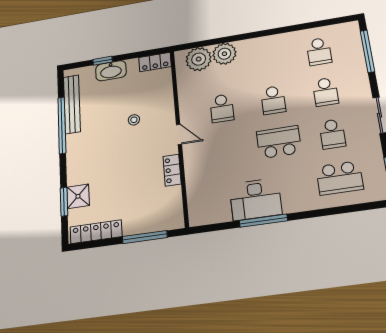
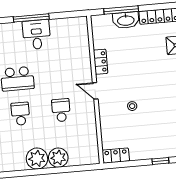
plant: (199, 59) -> (37, 159), moved
washbasin: (111, 71) -> (126, 20), moved, turned 180
desk: (256, 199) -> (37, 35), width x0.73

